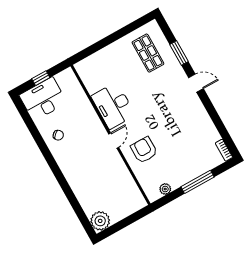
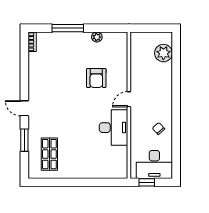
desk: (113, 106) -> (114, 128), moved
wall: (110, 135) -> (129, 105), moved
door: (114, 141) -> (129, 99), moved
plant: (100, 221) -> (163, 53), moved

